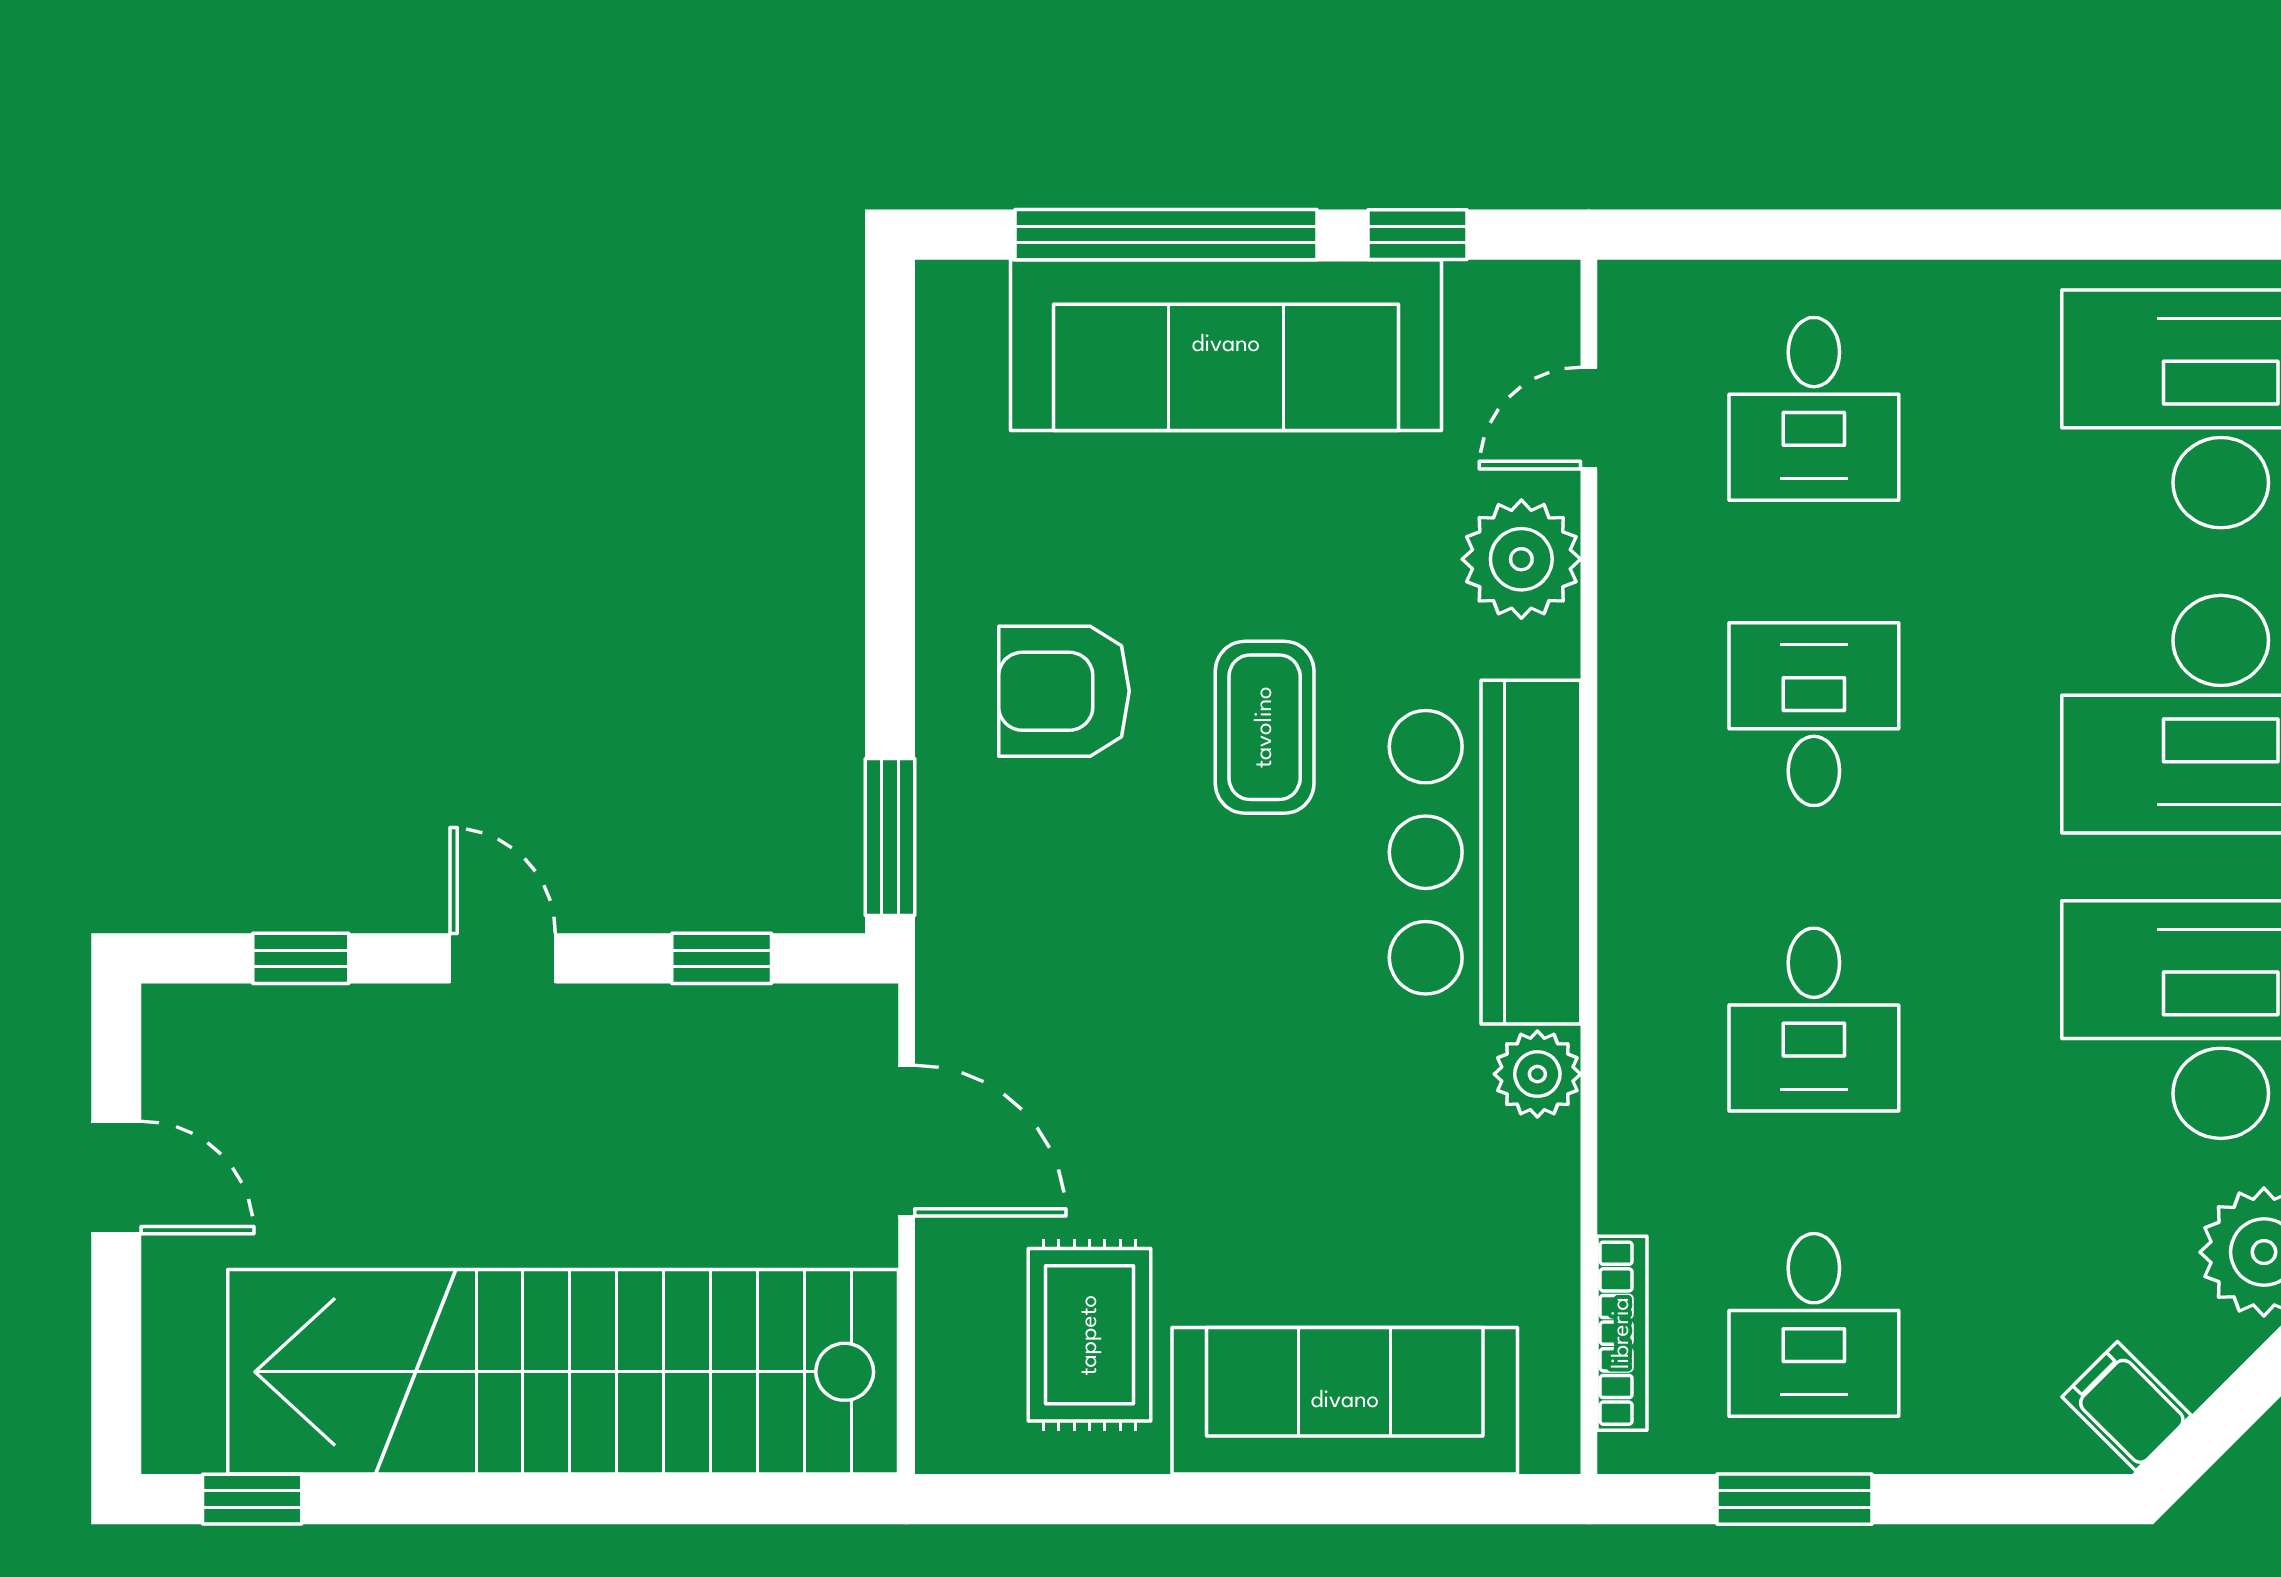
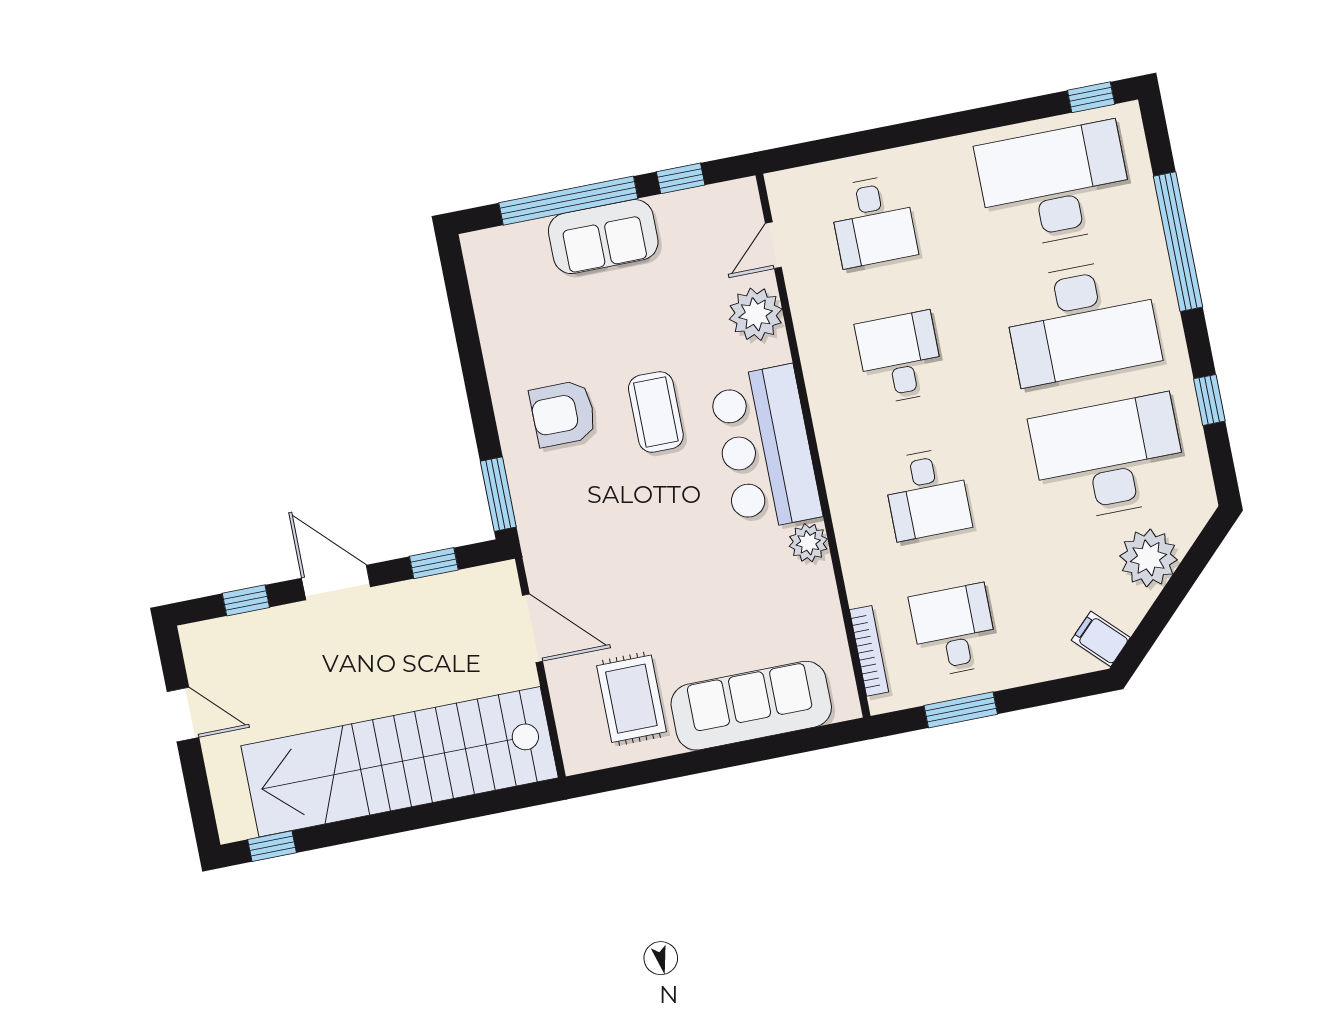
sofa: (1226, 345) -> (603, 237), width x0.54, depth x0.79
door: (503, 958) -> (336, 583), width x1.38
desk: (1814, 1325) -> (954, 630), turned 180

